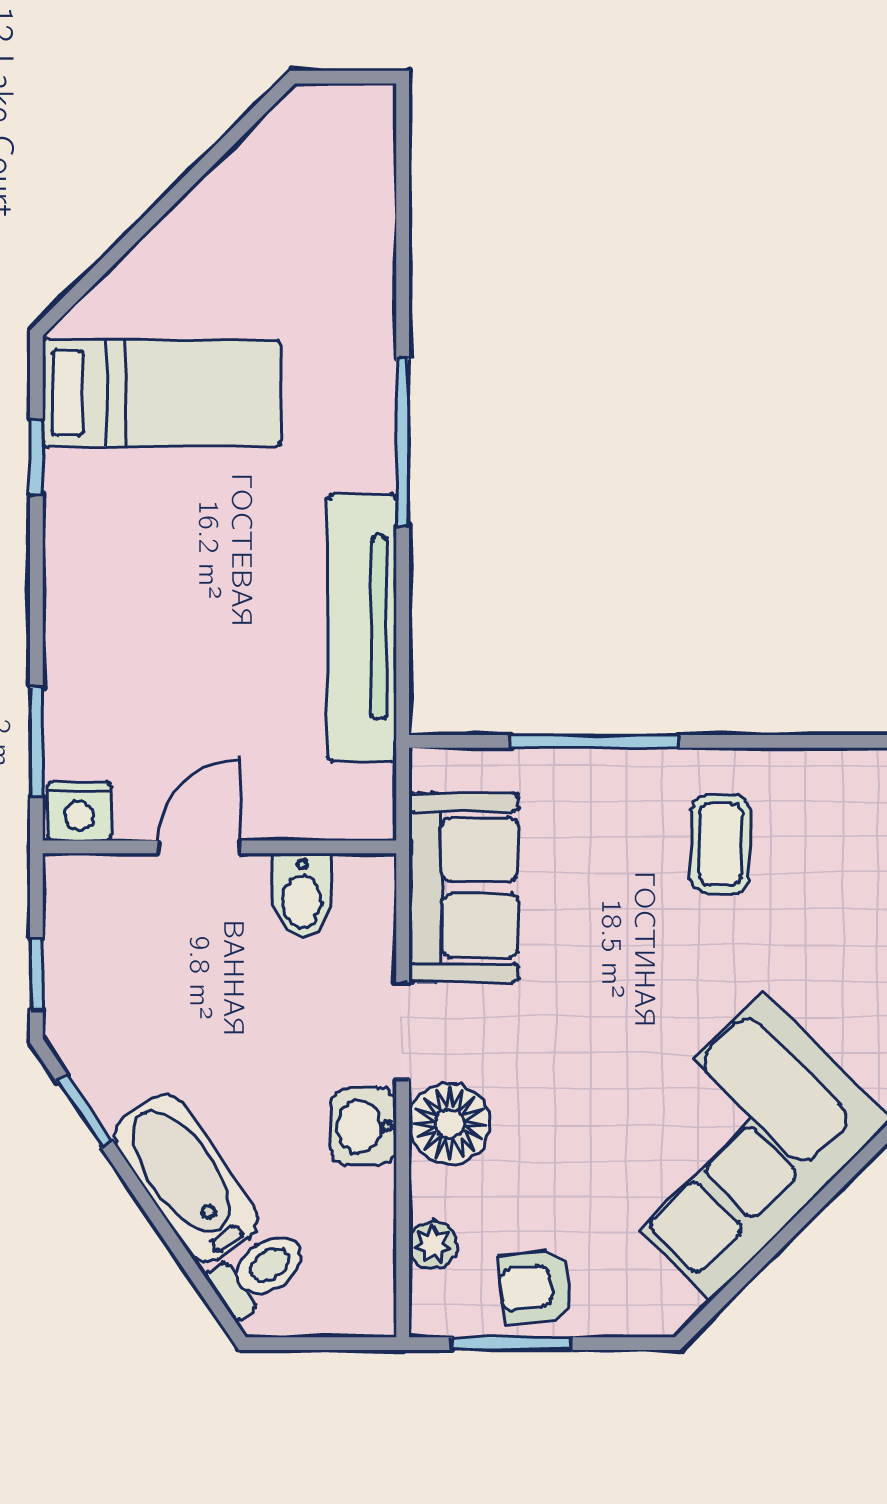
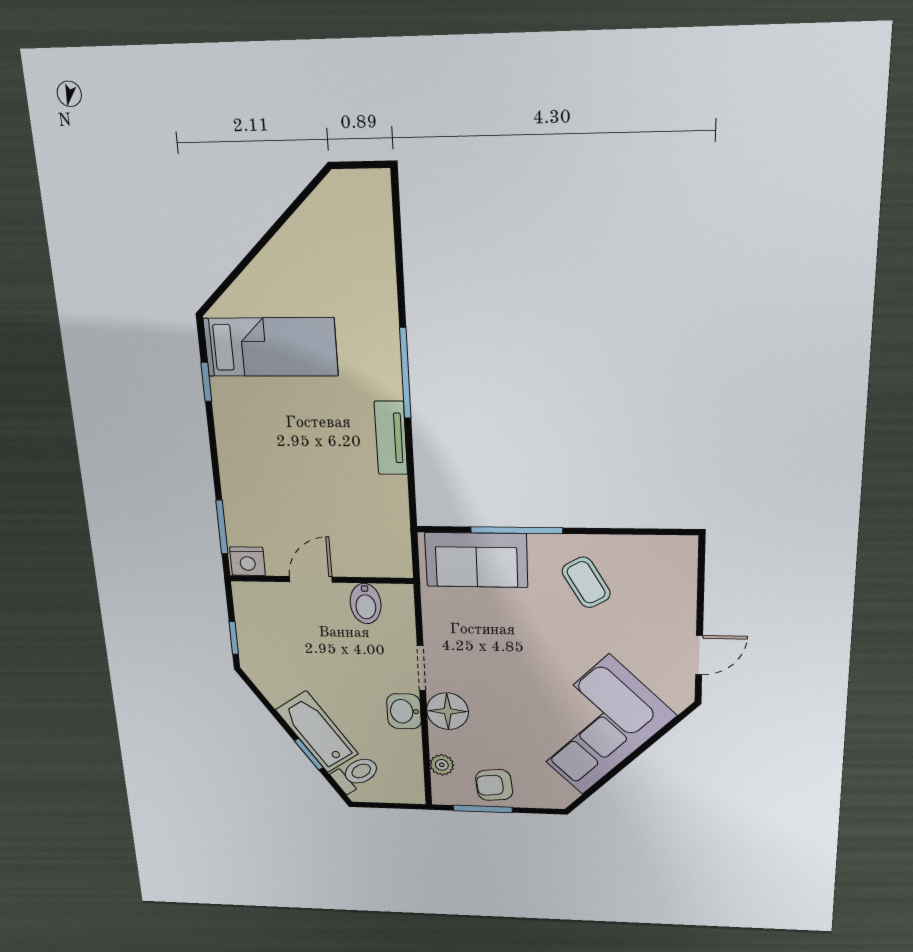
tv unit: (362, 628) -> (391, 438), width x0.52, depth x0.78
coffee table: (721, 844) -> (586, 582), turned -31
sofa: (463, 888) -> (476, 560), moved, turned 90
window: (84, 1111) -> (309, 754), moved

